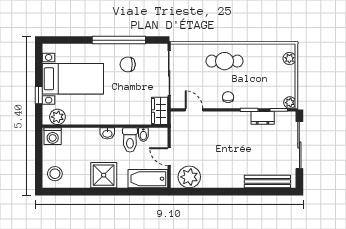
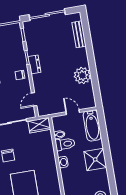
plant: (290, 103) -> (16, 27), removed
dresser: (263, 118) -> (34, 64), moved
door: (169, 157) -> (73, 112), swing flipped
plant: (189, 177) -> (82, 76), moved
bench: (267, 182) -> (79, 34), width x0.73

